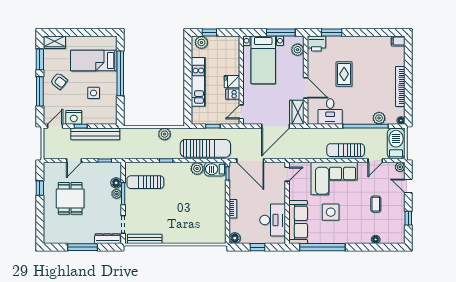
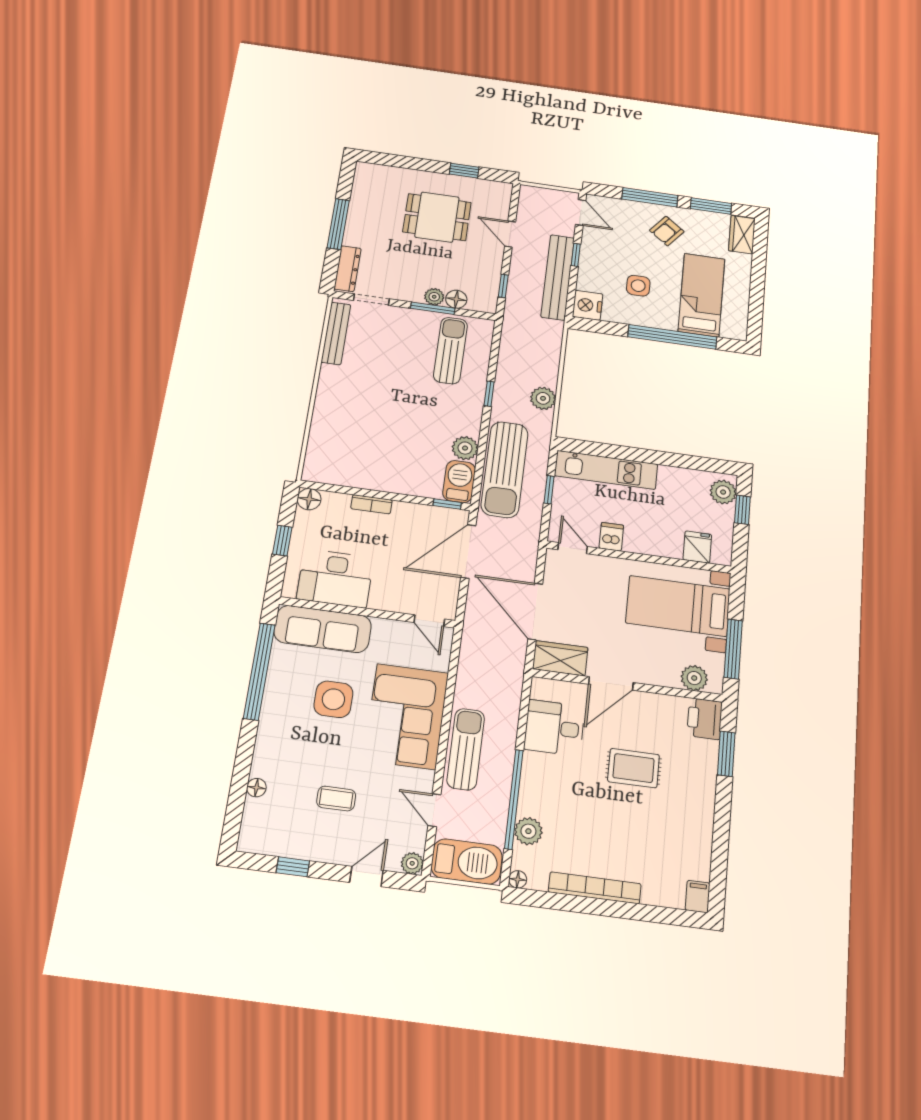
kitchen unit: (198, 82) -> (606, 470), moved
fridge: (232, 82) -> (697, 547), moved
nightstand: (74, 117) -> (588, 305), moved

